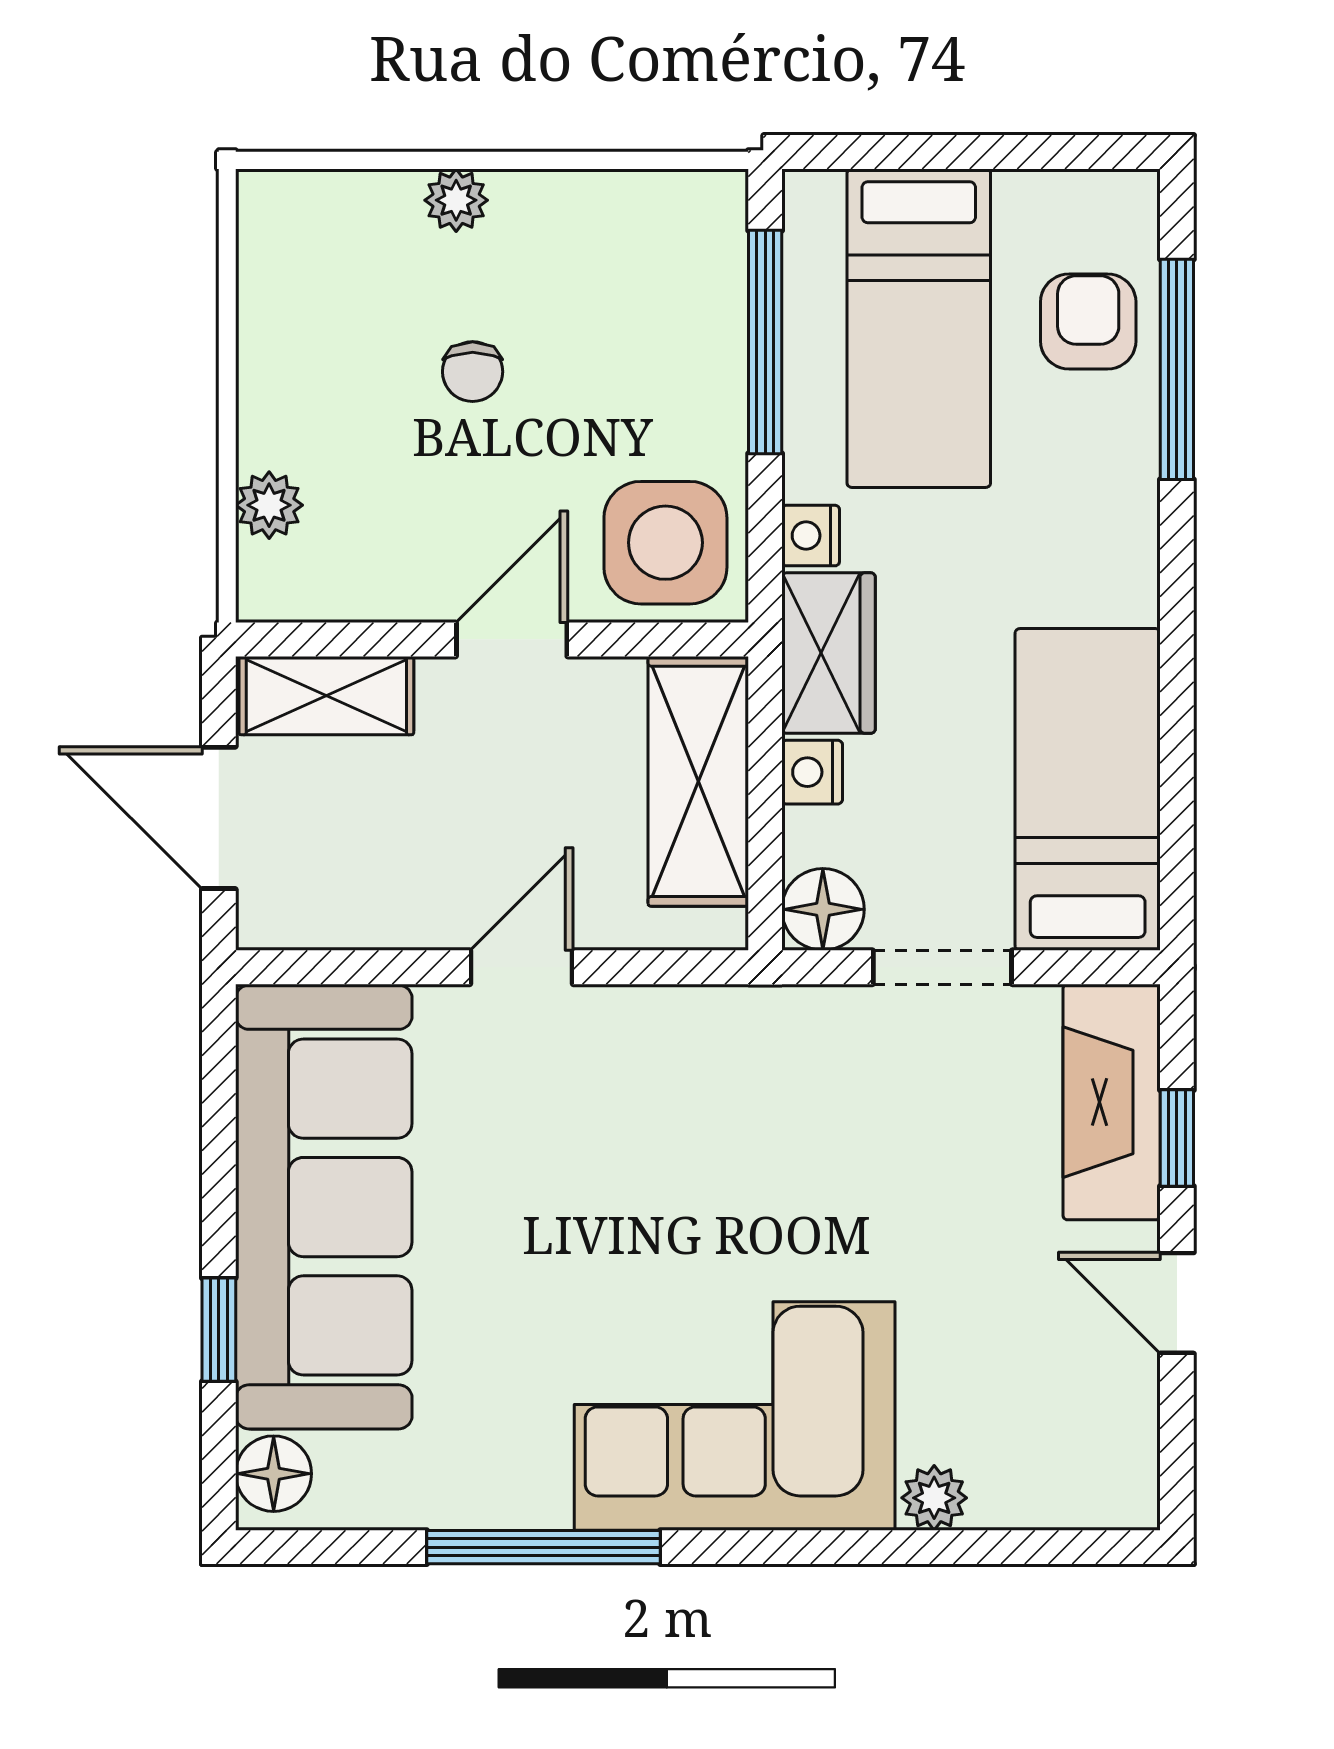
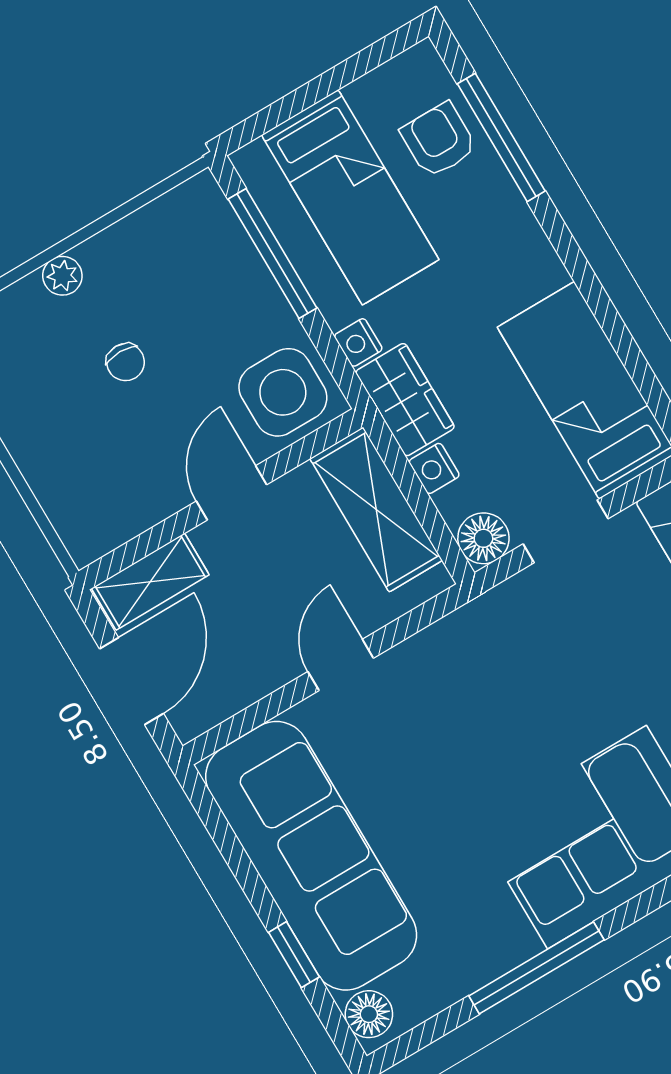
plant: (269, 505) -> (59, 498), removed
door: (219, 818) -> (132, 681), swing flipped

